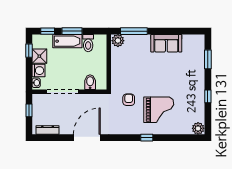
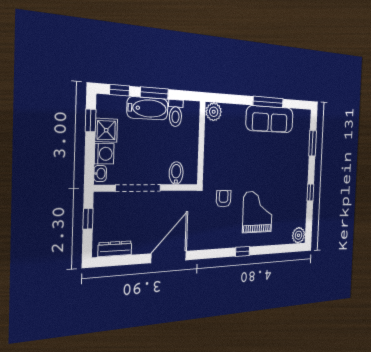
window: (134, 31) -> (268, 102), moved
sofa: (166, 43) -> (270, 119), width x1.36
grand piano: (159, 110) -> (258, 212), turned -90

